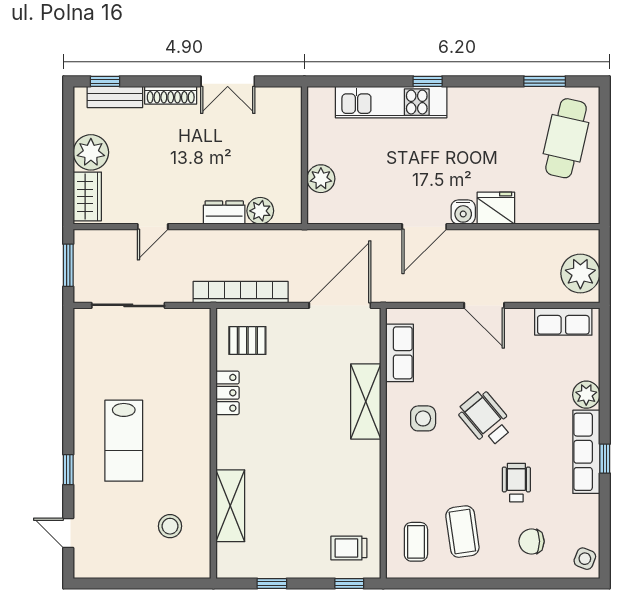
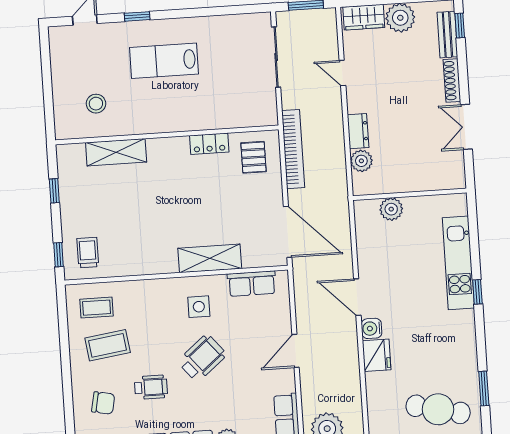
chair: (532, 541) -> (103, 403), turned 101

